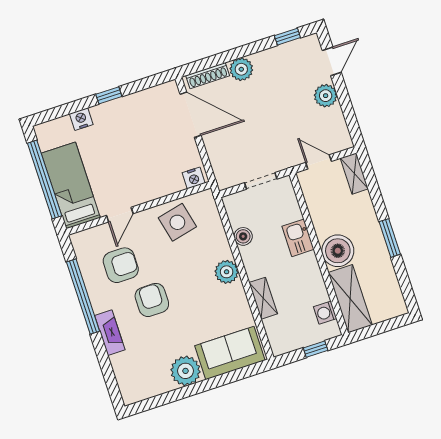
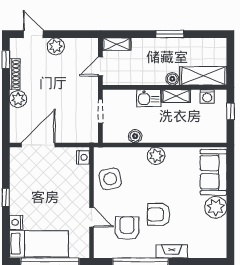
shoe rack: (208, 76) -> (15, 74), moved
bed: (71, 185) -> (39, 244), moved, turned 180
boiler: (338, 251) -> (172, 79), width x0.54, depth x0.54
shelving: (263, 298) -> (176, 96), moved

